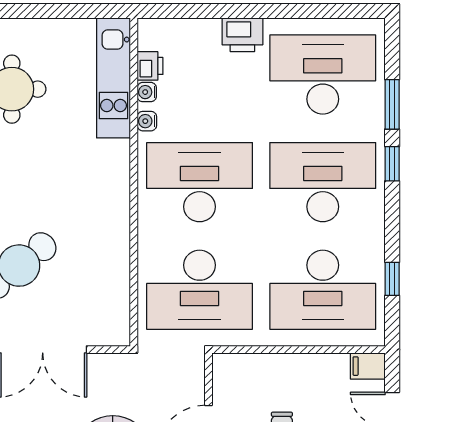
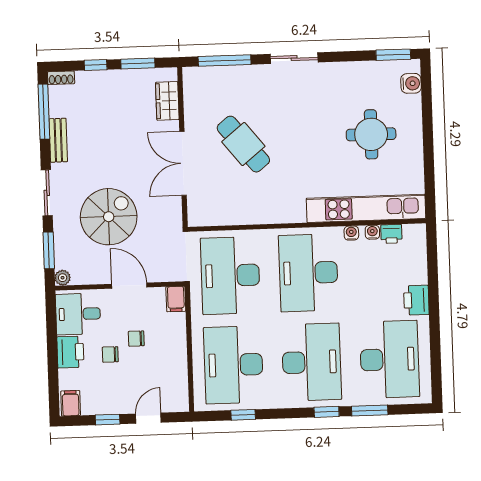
kitchen unit: (114, 78) -> (366, 208), width x1.36
desk: (200, 182) -> (308, 273), turned 180
filing cabinet: (368, 366) -> (176, 299), moved, turned 180

